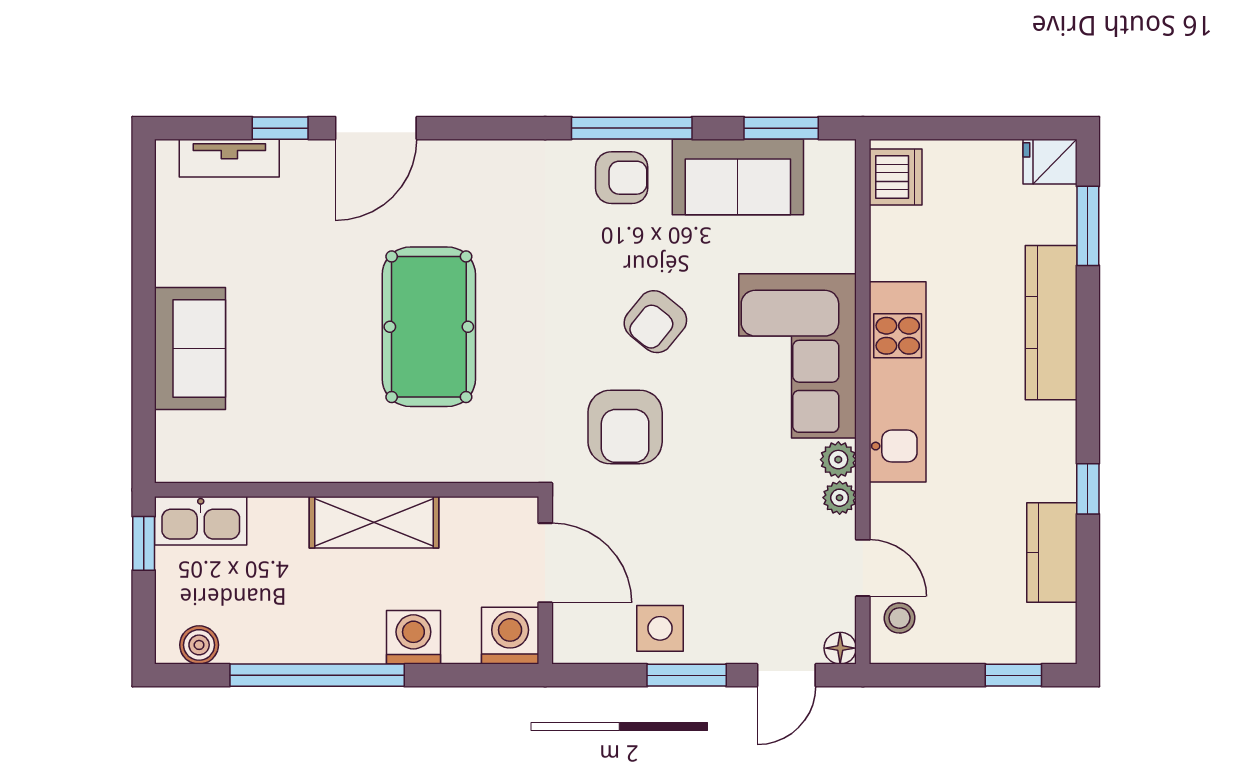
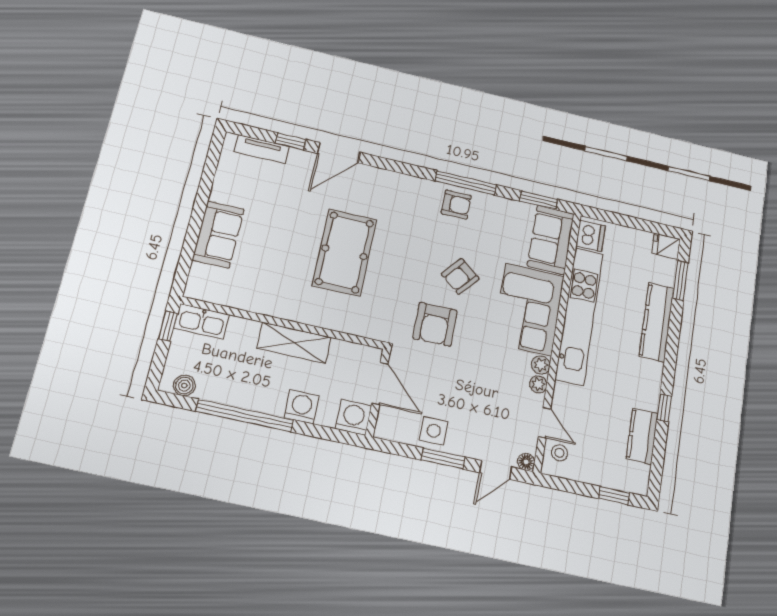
sofa: (738, 177) -> (551, 240), moved, turned 90
kitchen unit: (898, 382) -> (579, 316), width x1.36

